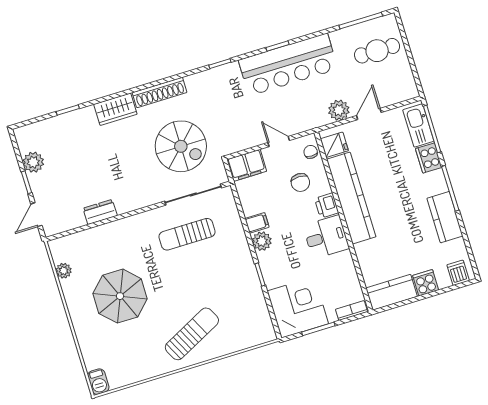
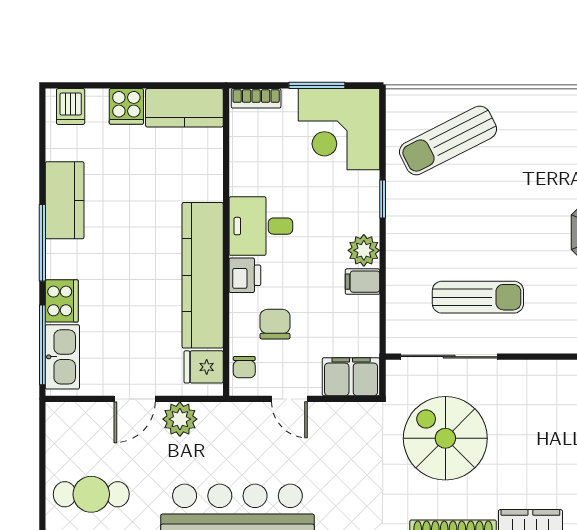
sun lounger: (192, 334) -> (448, 140), moved

